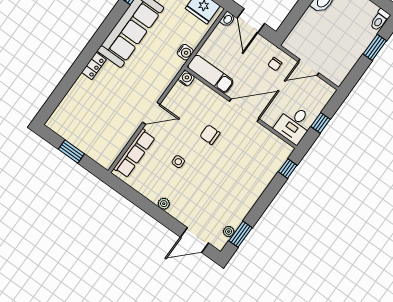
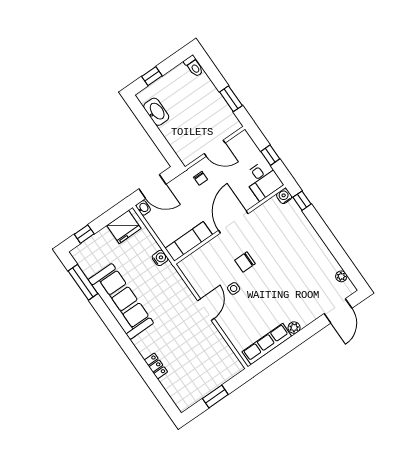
window: (375, 47) -> (231, 99), moved
locker: (94, 66) -> (156, 366), moved
door: (308, 67) -> (215, 148), hinge flipped
water cooler: (186, 78) -> (284, 196), moved
row of seats: (134, 153) -> (267, 344), moved, turned -90
side table: (178, 162) -> (234, 288), moved
window: (241, 234) -> (348, 266), removed

